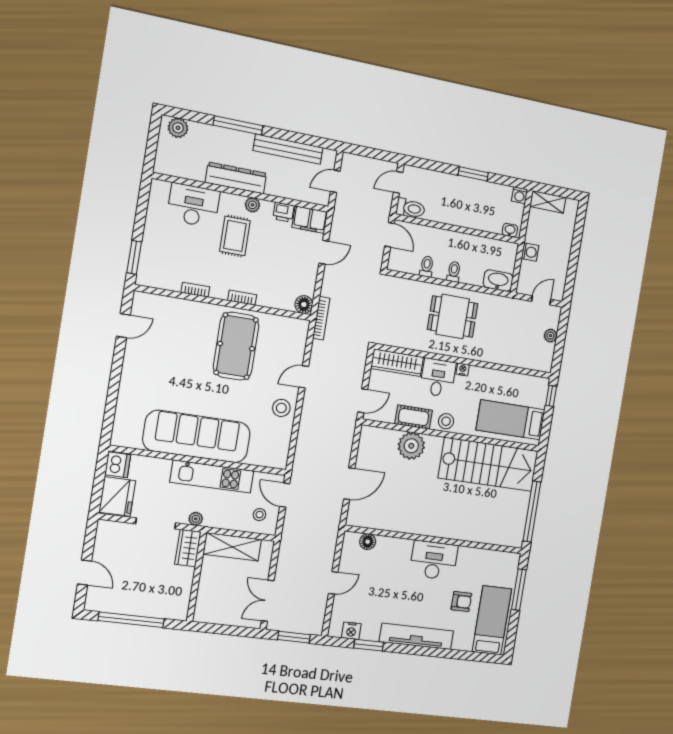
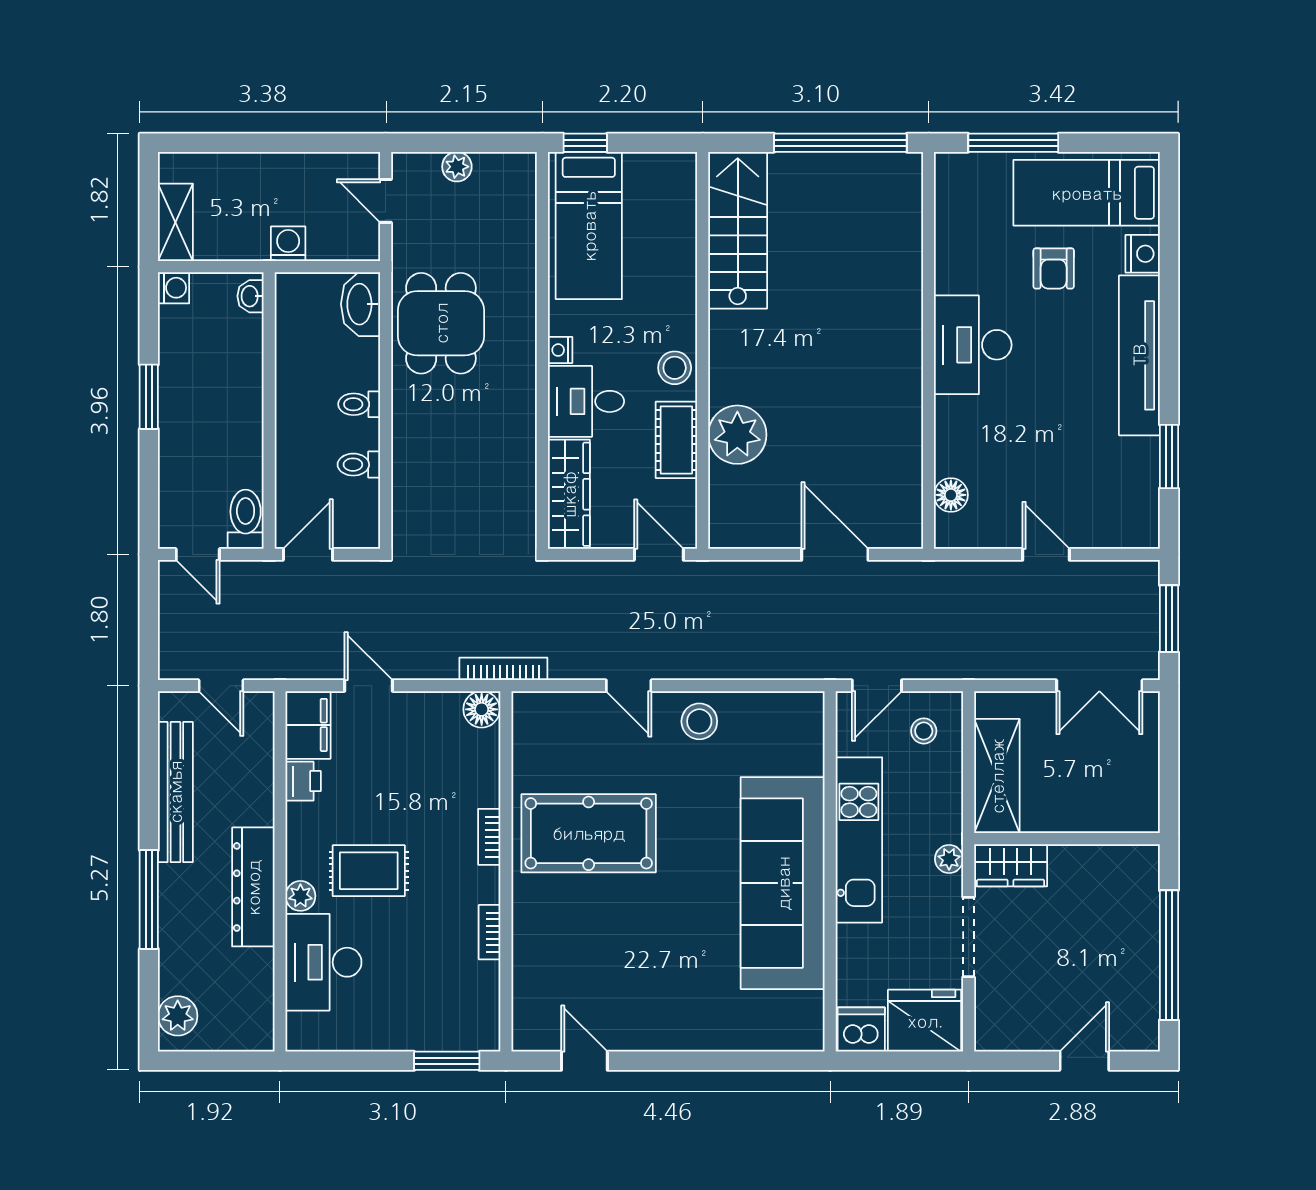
plant: (252, 205) -> (300, 896), moved
dining table: (453, 317) -> (441, 323), moved
bed: (510, 420) -> (589, 226), moved
stairs: (488, 464) -> (738, 230), width x0.73, depth x0.66
armchair: (461, 601) -> (1054, 268), turned 180
nightstand: (351, 631) -> (1143, 254), moved

